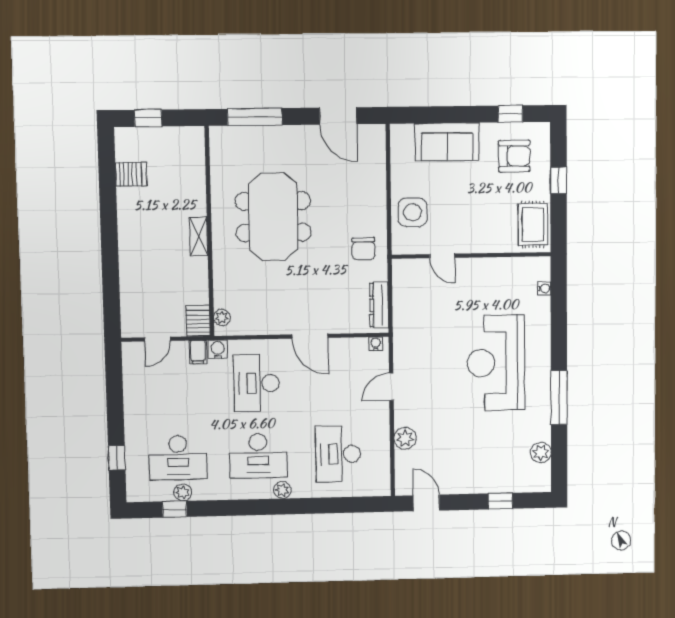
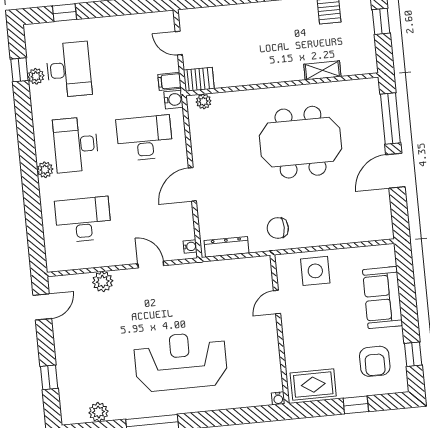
door: (338, 116) -> (395, 171), moved
shelving: (199, 236) -> (322, 70), moved
water cooler: (544, 288) -> (278, 398), moved
desk: (178, 458) -> (69, 70), turned 180

